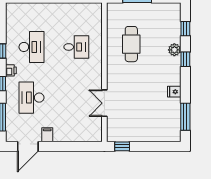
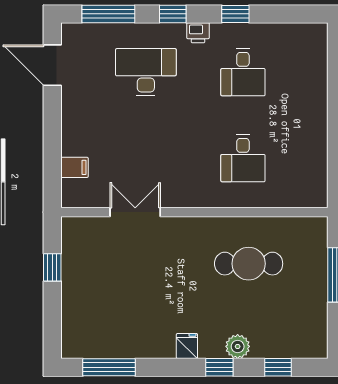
desk: (32, 47) -> (243, 72), width x0.73
fridge: (174, 92) -> (187, 346), moved
filing cabinet: (47, 135) -> (74, 167), moved
window: (122, 146) -> (52, 267), moved

